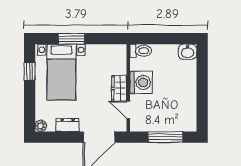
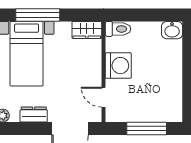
window: (71, 39) -> (38, 15), width x1.44
wardrobe: (119, 88) -> (87, 30), moved, turned -90

